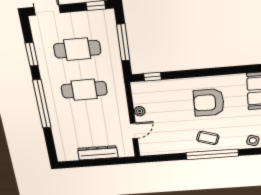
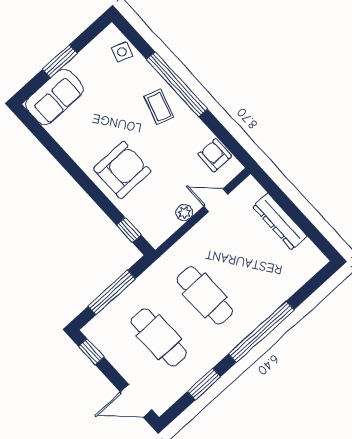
armchair: (209, 103) -> (122, 170), moved, turned -90
armchair: (159, 147) -> (215, 155), added

